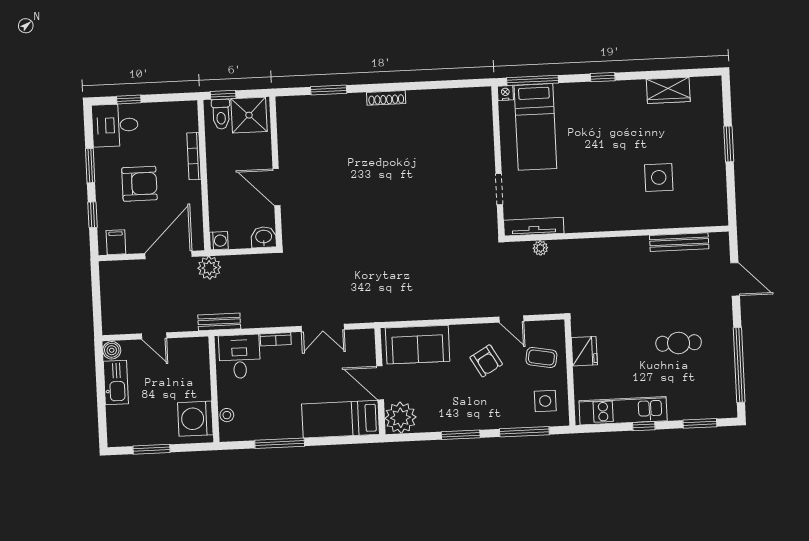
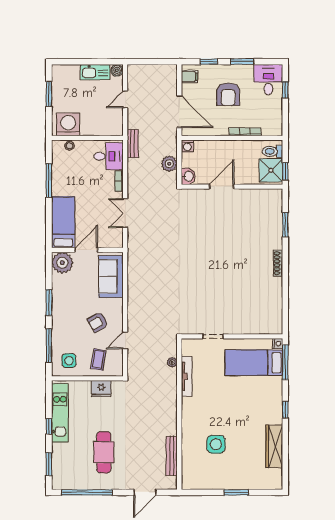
wardrobe: (668, 90) -> (274, 446), width x1.50
window: (223, 95) -> (285, 171), moved
tv unit: (534, 227) -> (187, 376), moved
plant: (209, 268) -> (169, 164), moved
cafe table: (679, 343) -> (104, 452), width x1.37, depth x1.35

